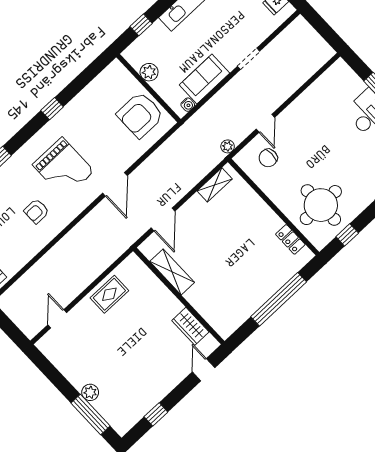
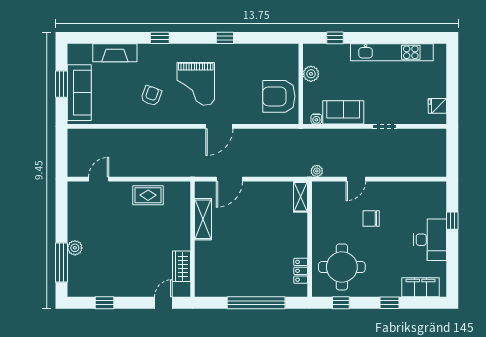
chair: (268, 158) -> (371, 219), moved
shelving: (215, 185) -> (300, 197), moved, turned 90
armchair: (36, 211) -> (151, 96), turned 110

